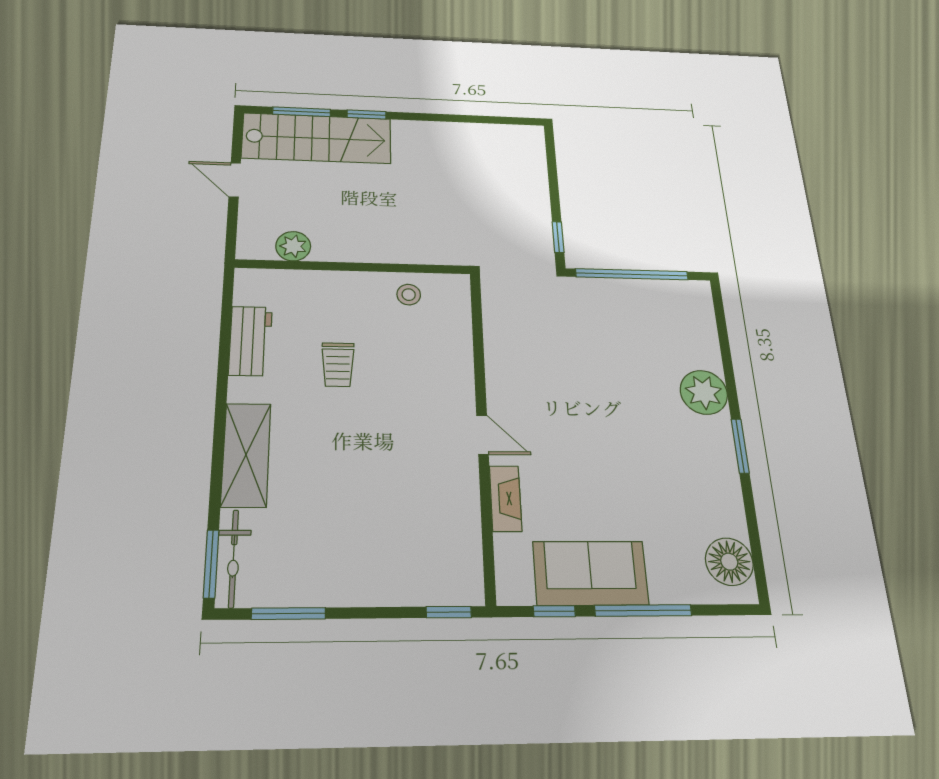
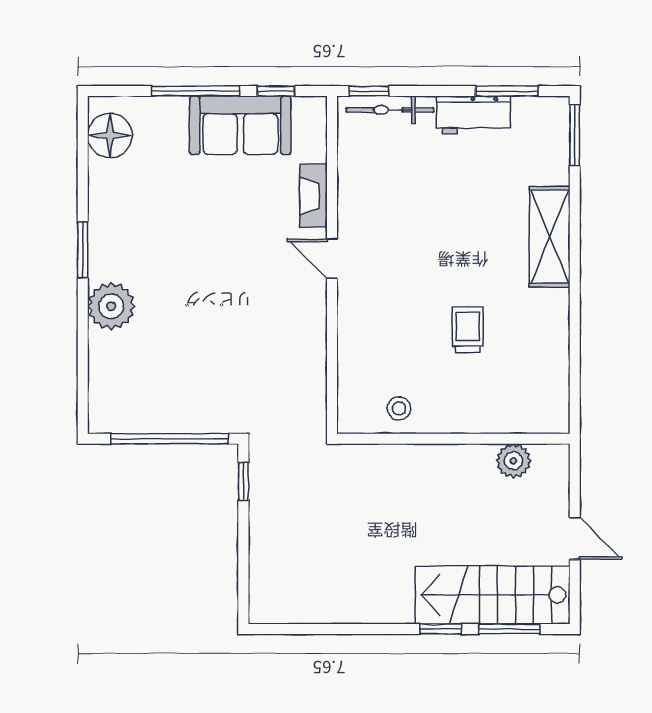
workbench: (250, 341) -> (473, 115), moved, turned -90
bicycle: (233, 558) -> (390, 110), moved, turned -90

